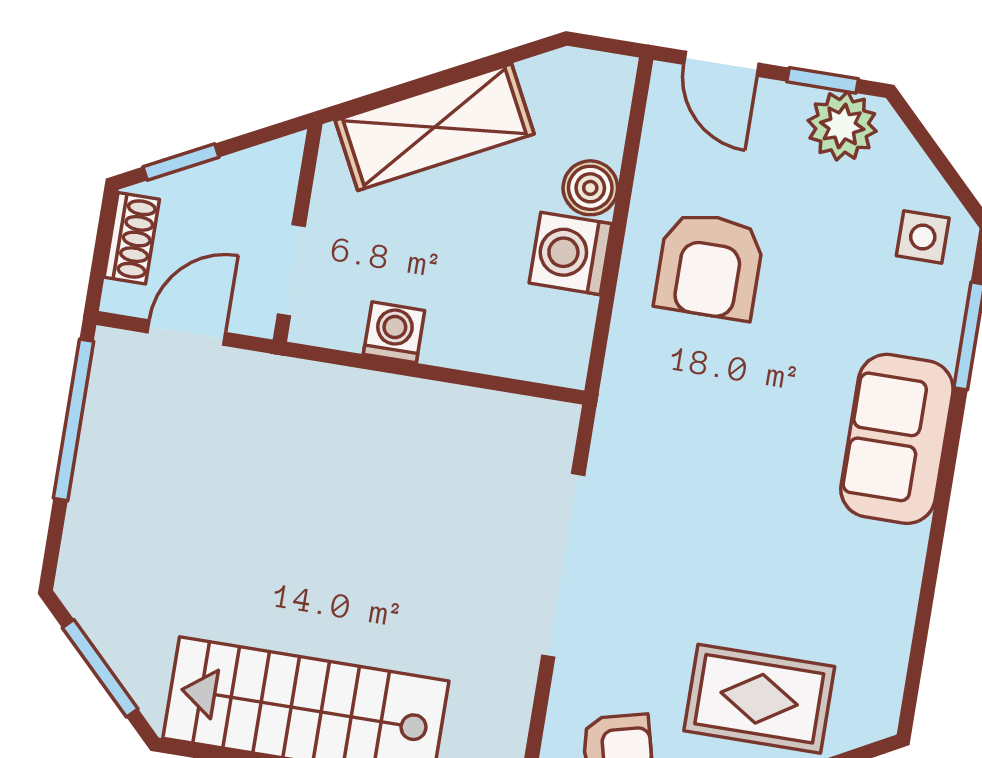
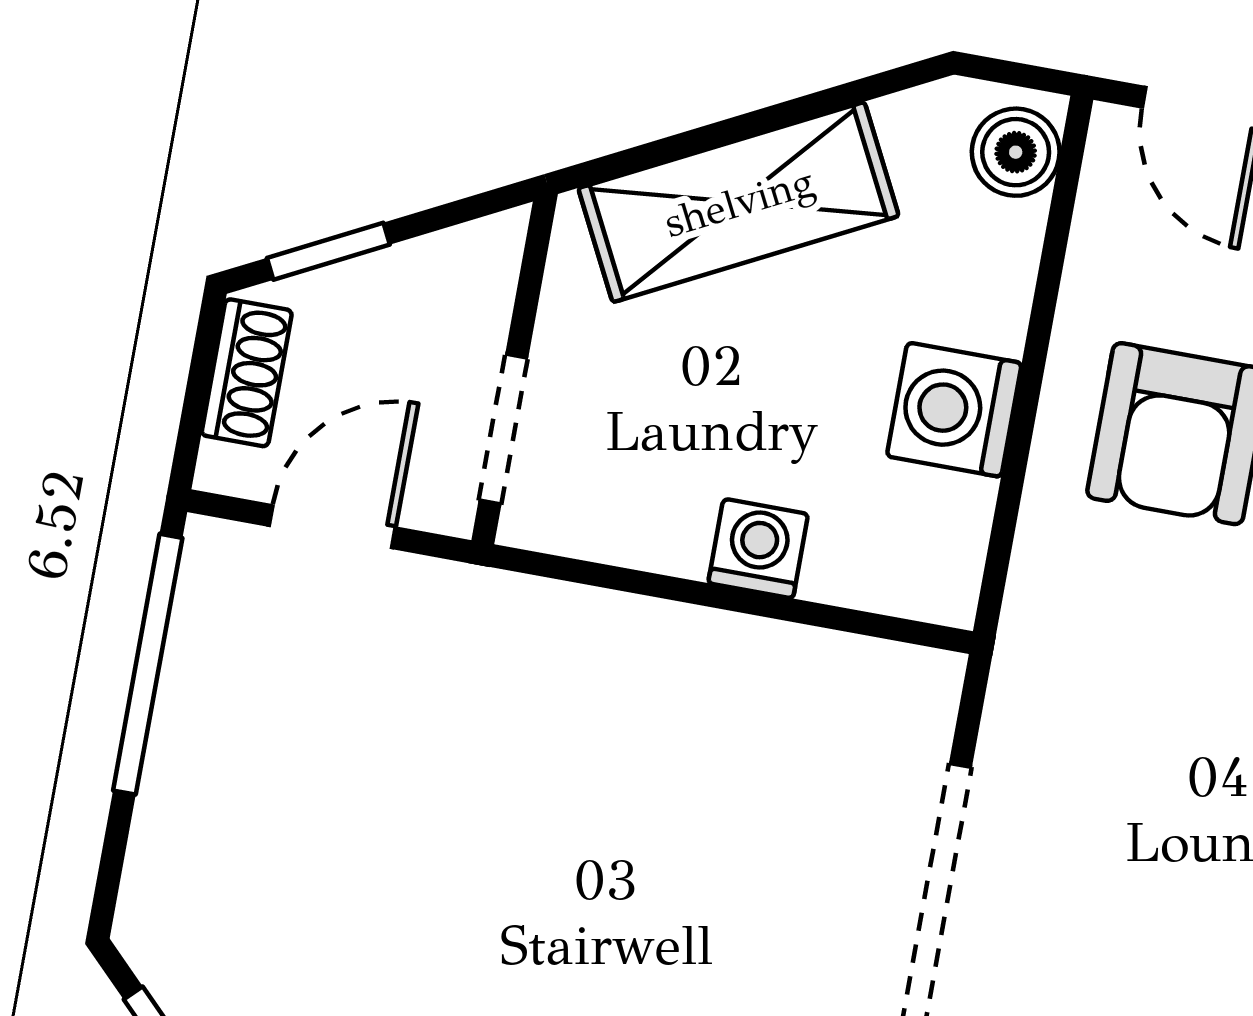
boiler: (590, 188) -> (1016, 152), moved
washing machine: (394, 332) -> (758, 549), moved

